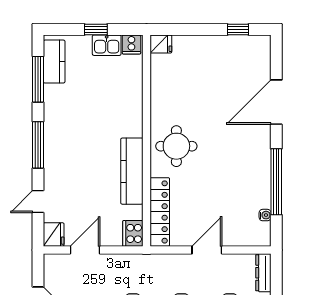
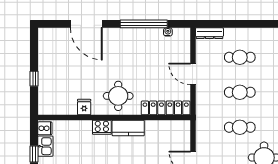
window: (238, 30) -> (34, 79), moved
fridge: (161, 44) -> (84, 107), moved
kitchen counter: (132, 171) -> (128, 128), width x0.67
cooker: (133, 233) -> (102, 127), moved

